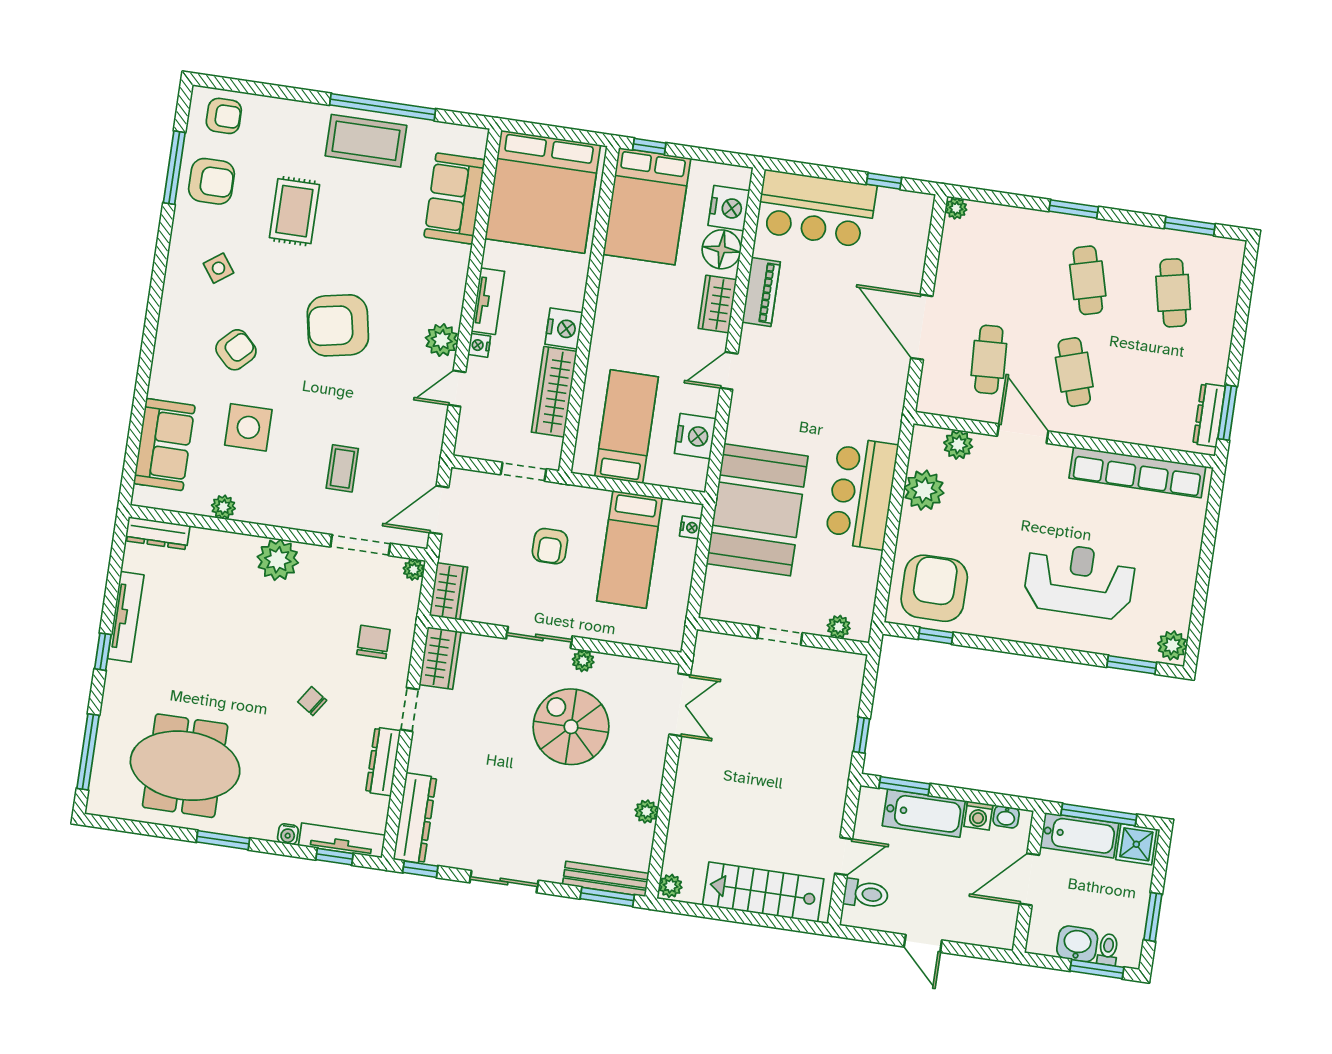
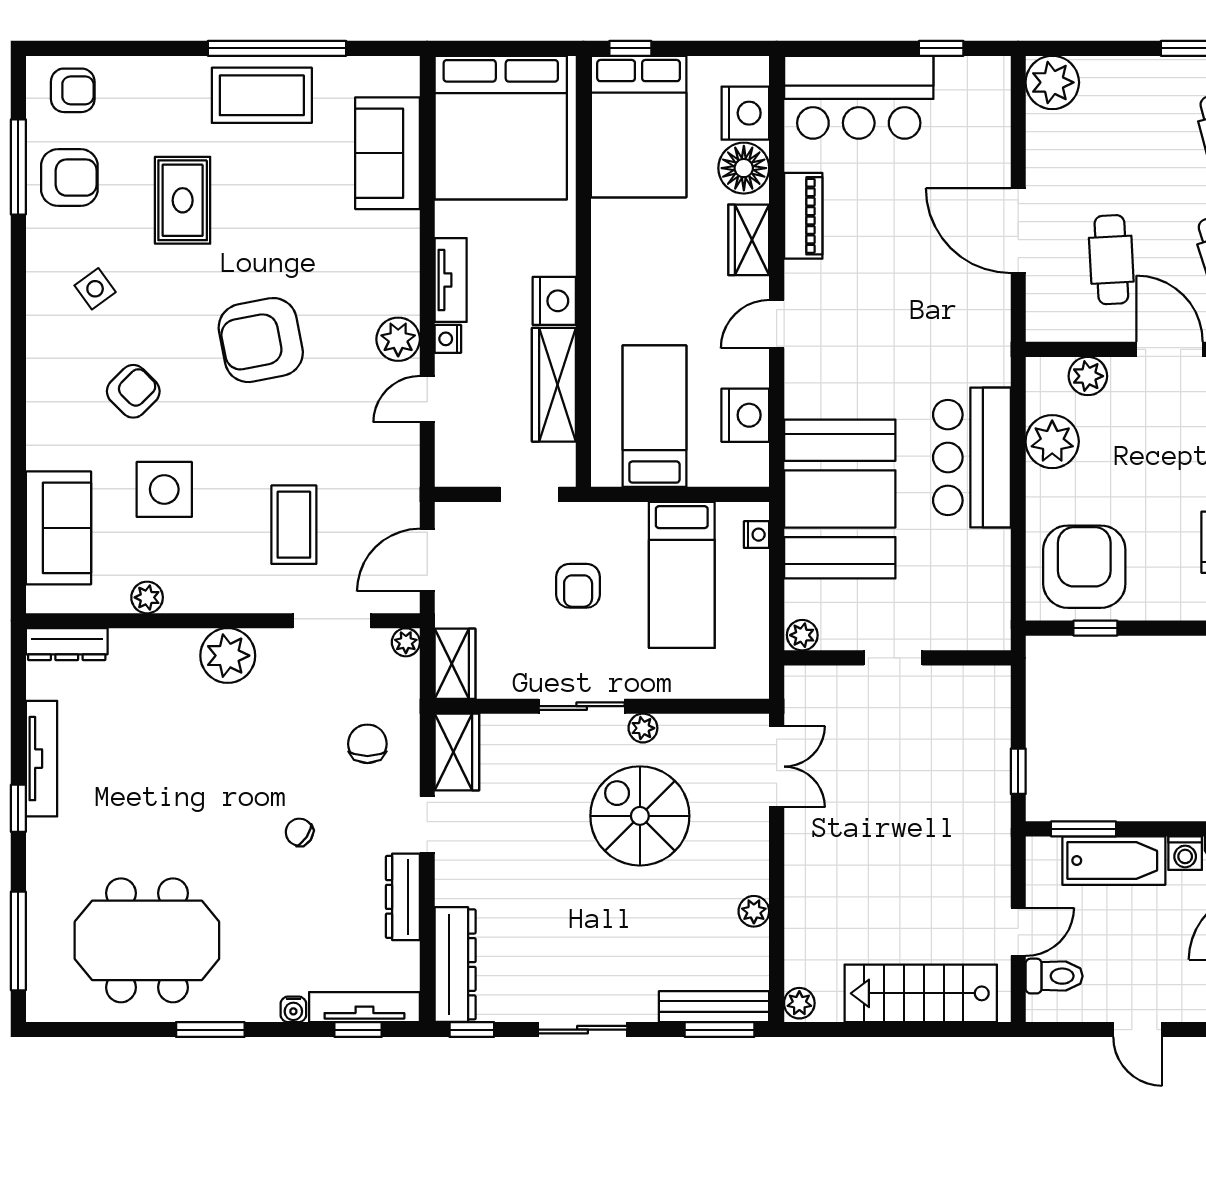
plant: (956, 208) -> (1052, 82), width x1.88, depth x1.88
coffee table: (342, 468) -> (294, 525), width x1.36, depth x1.30
plant: (839, 627) -> (802, 635), moved

